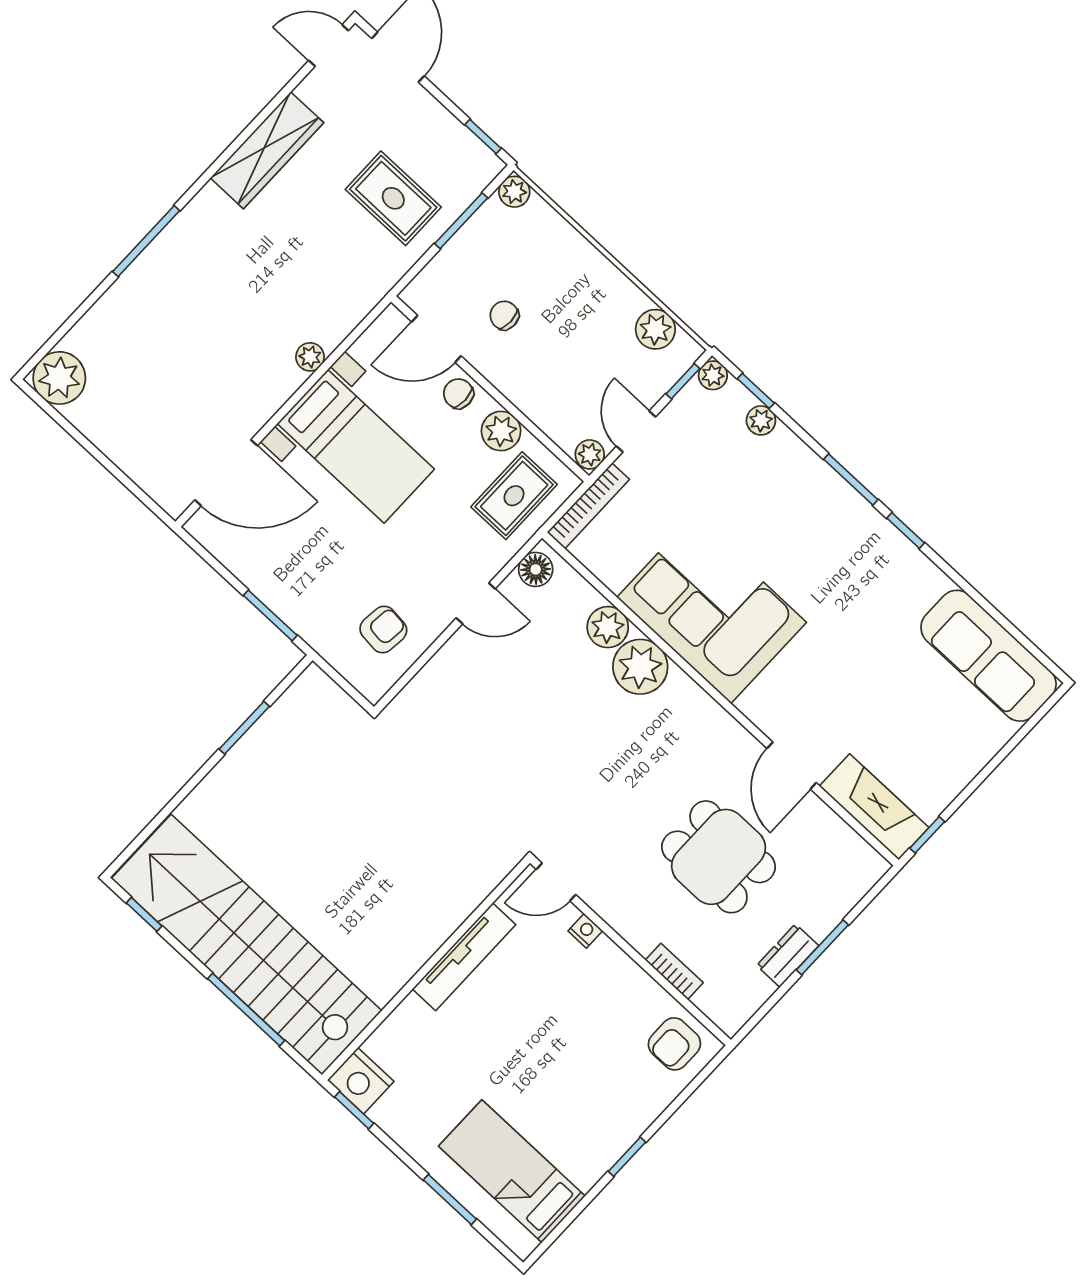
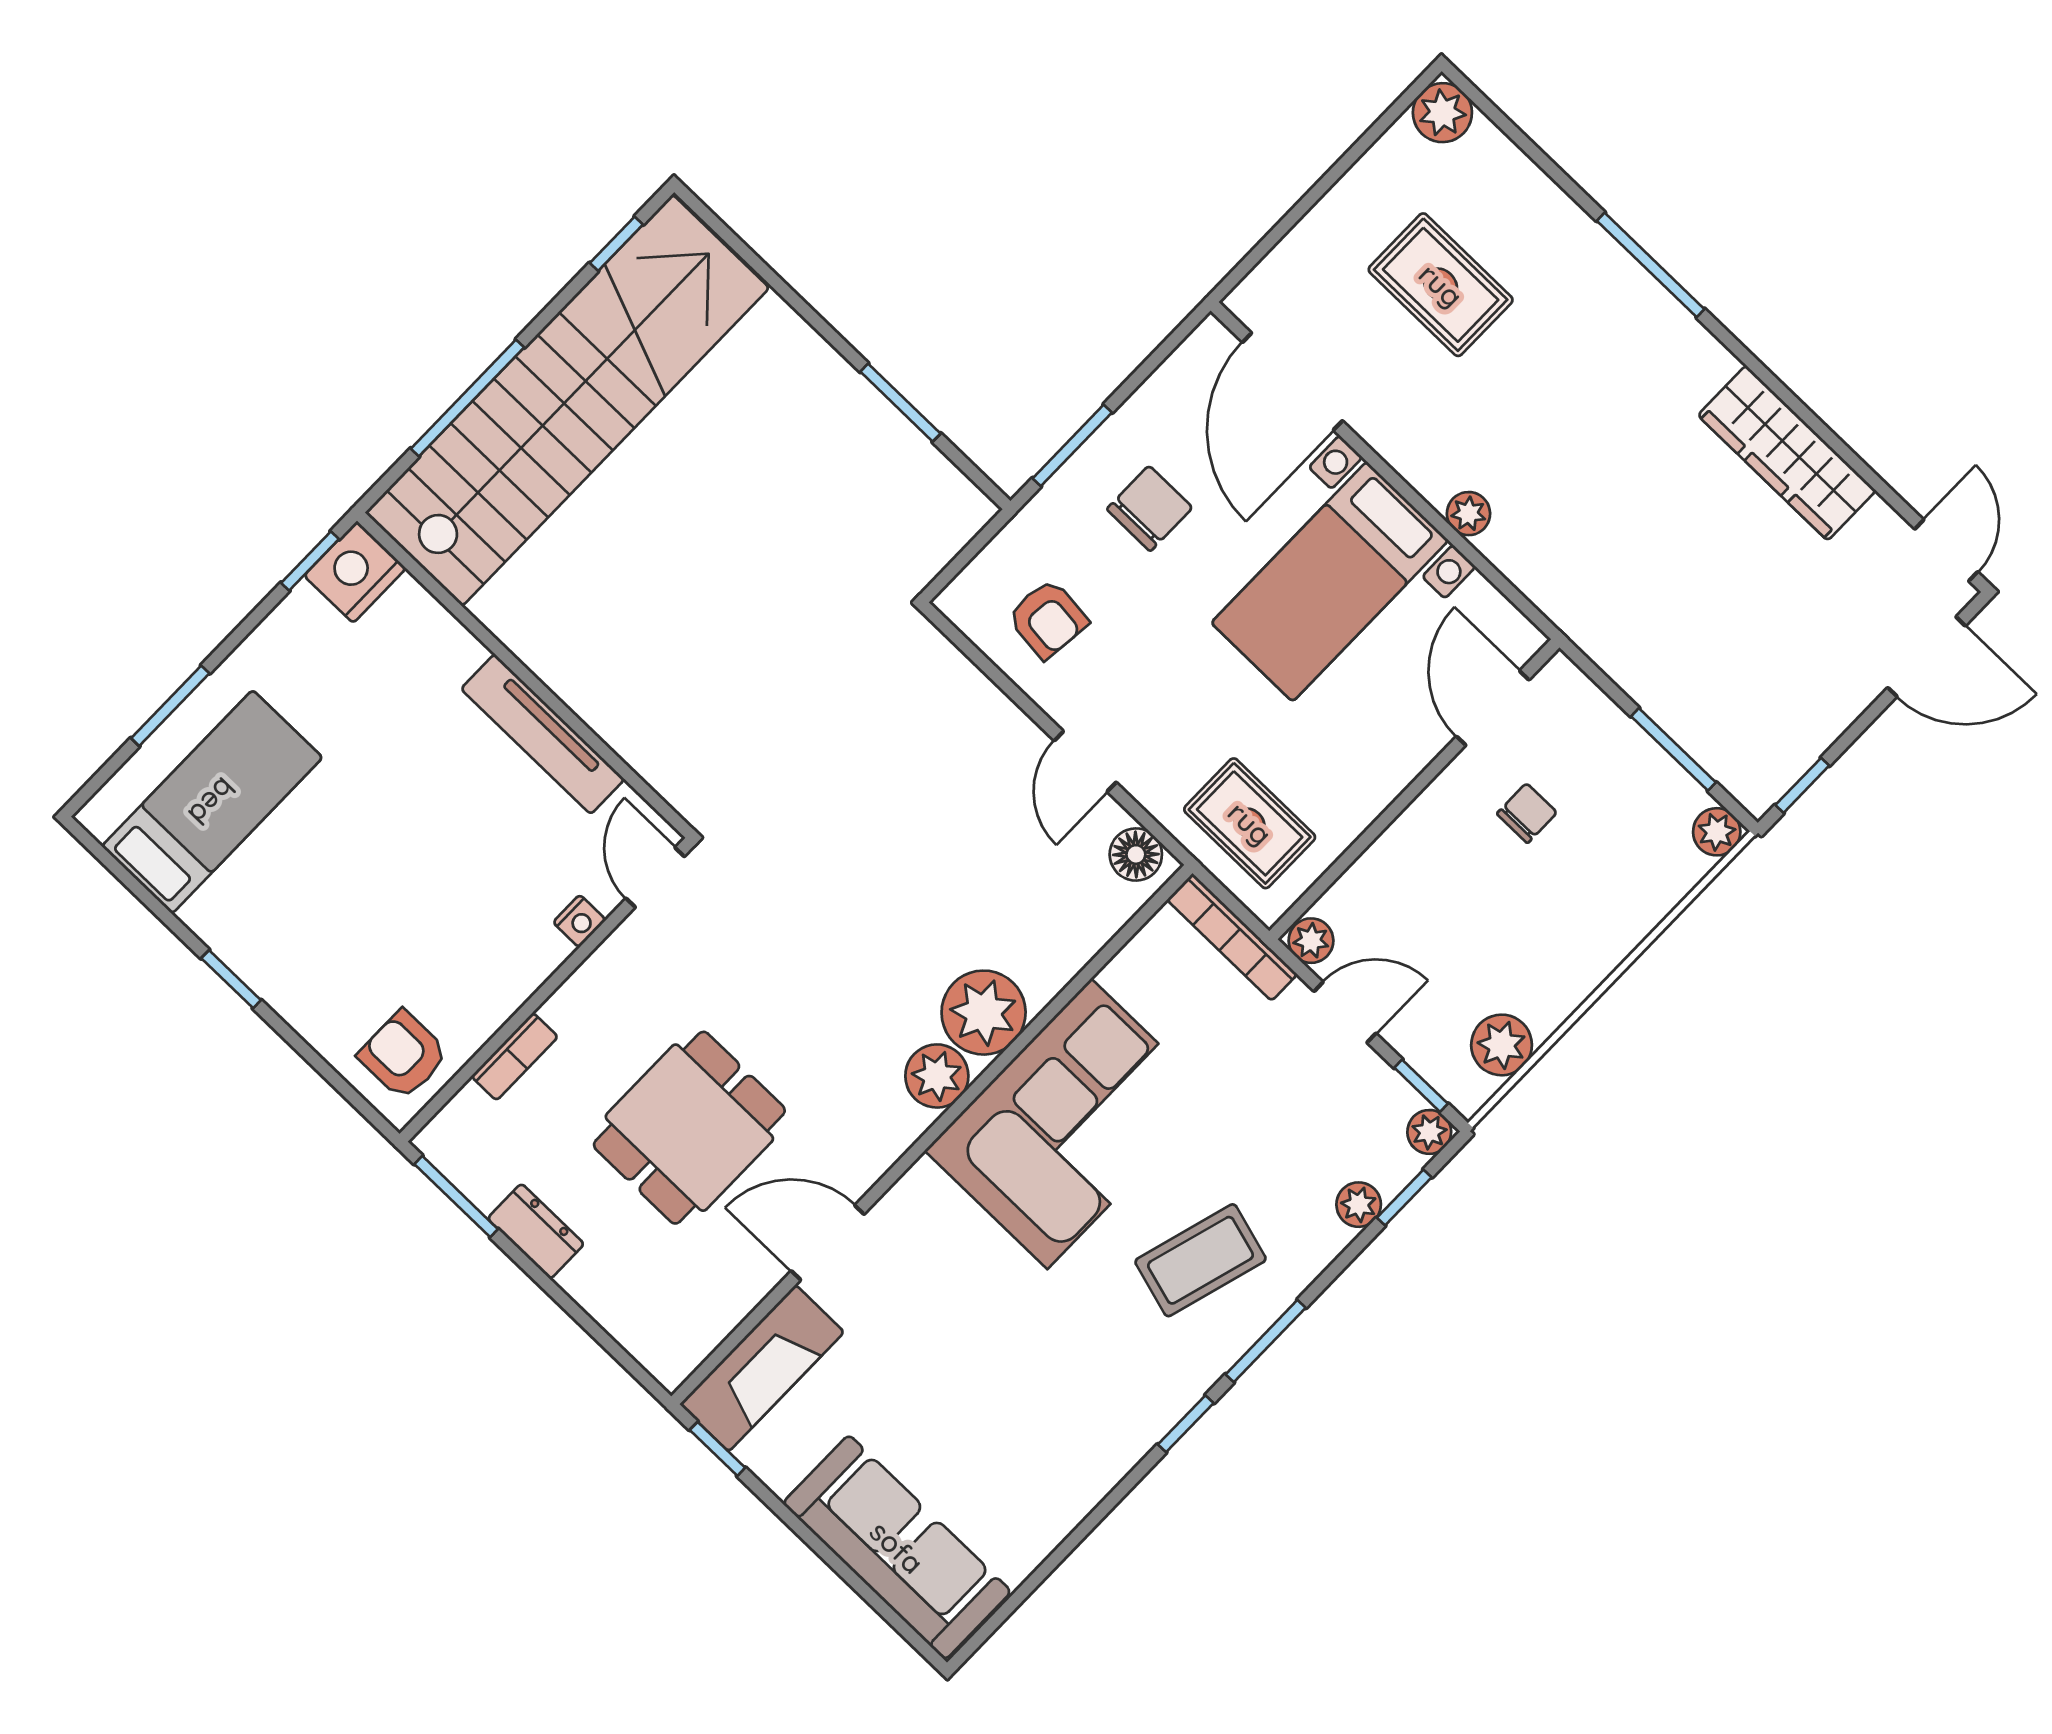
rug: (393, 198) -> (1441, 285), moved, turned 90
plant: (59, 378) -> (1442, 113), width x0.73, depth x0.73
chair: (458, 394) -> (1150, 508), moved, width x1.37, depth x1.37
plant: (501, 431) -> (1349, 805), removed
coffee table: (799, 523) -> (1201, 1260), added
plant: (608, 627) -> (937, 1076), moved
sofa: (989, 656) -> (897, 1547), moved, turned 90
window: (822, 947) -> (456, 1197), moved

